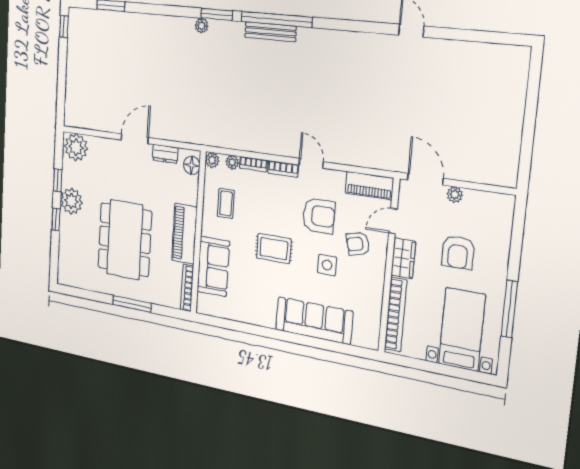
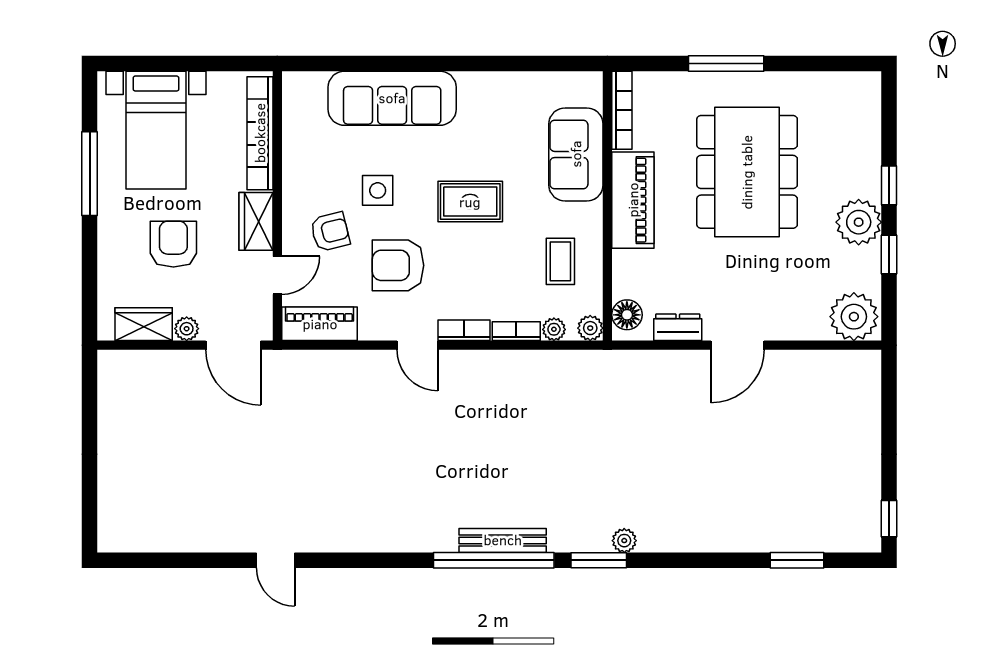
wardrobe: (483, 202) -> (144, 324), added

